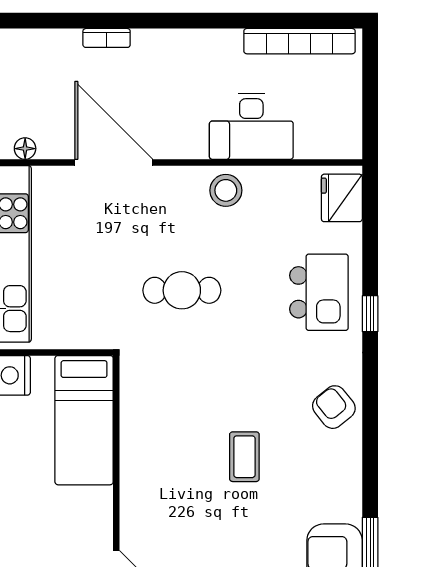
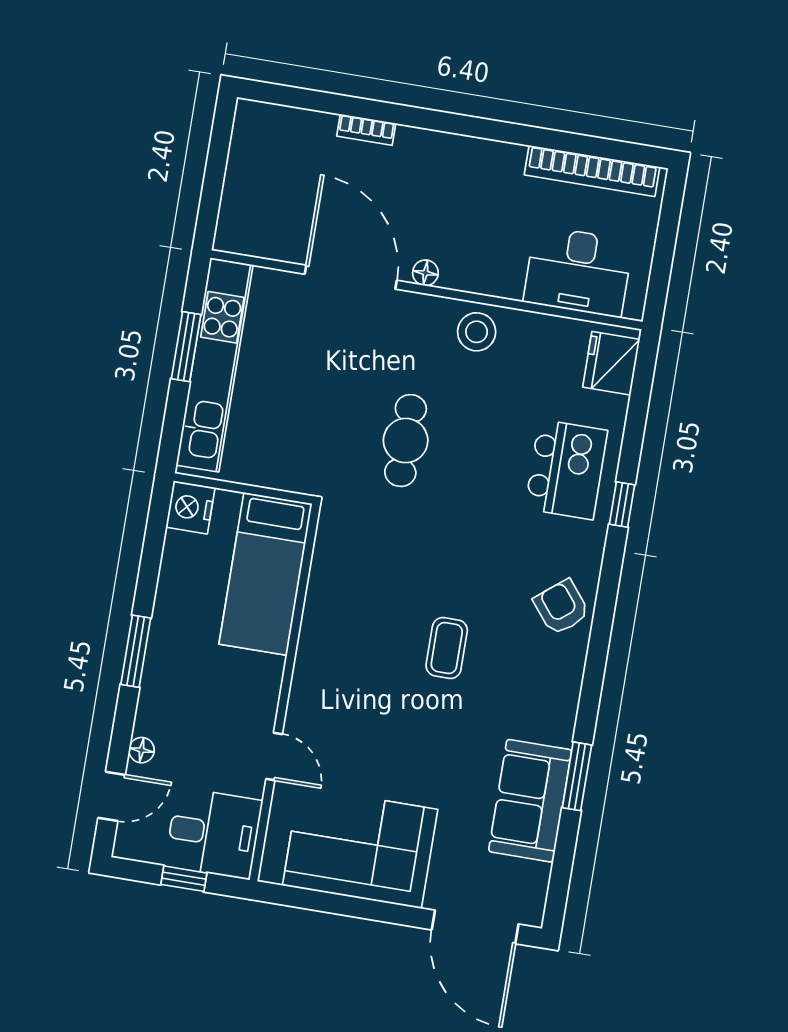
desk: (251, 126) -> (578, 271), moved
floor lamp: (25, 149) -> (425, 273), moved
cafe table: (182, 290) -> (406, 441), turned 90

